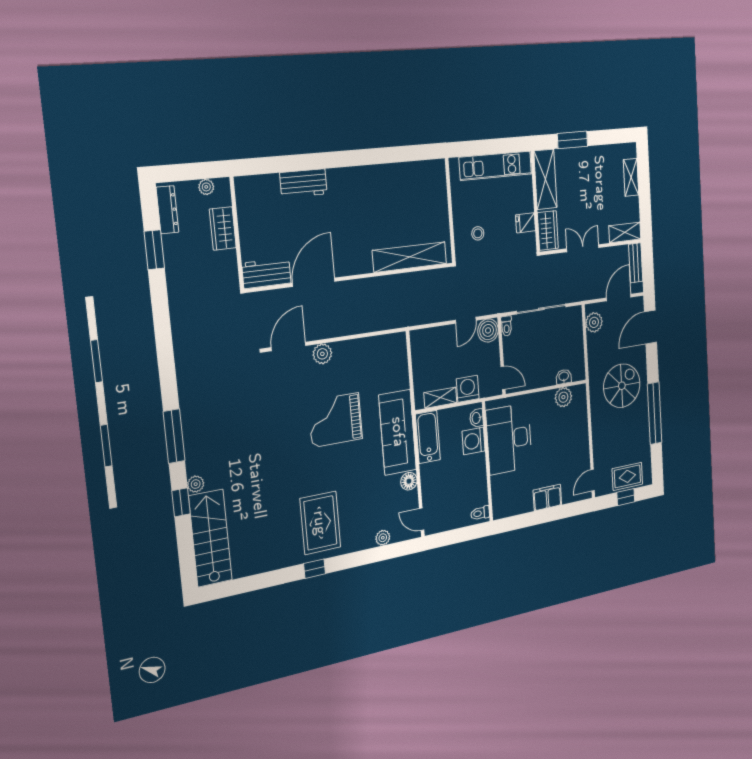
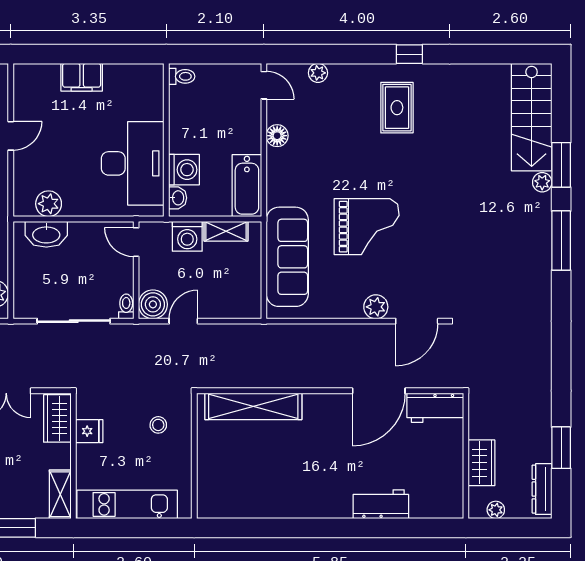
shelving: (545, 179) -> (60, 494), width x0.67, depth x0.75
washbasin: (564, 377) -> (46, 234), width x1.91, depth x1.45
sofa: (398, 432) -> (287, 257), moved
door: (593, 480) -> (11, 136), moved
window: (181, 502) -> (561, 165), width x1.50
rug: (320, 523) -> (397, 108), width x0.73, depth x0.70

